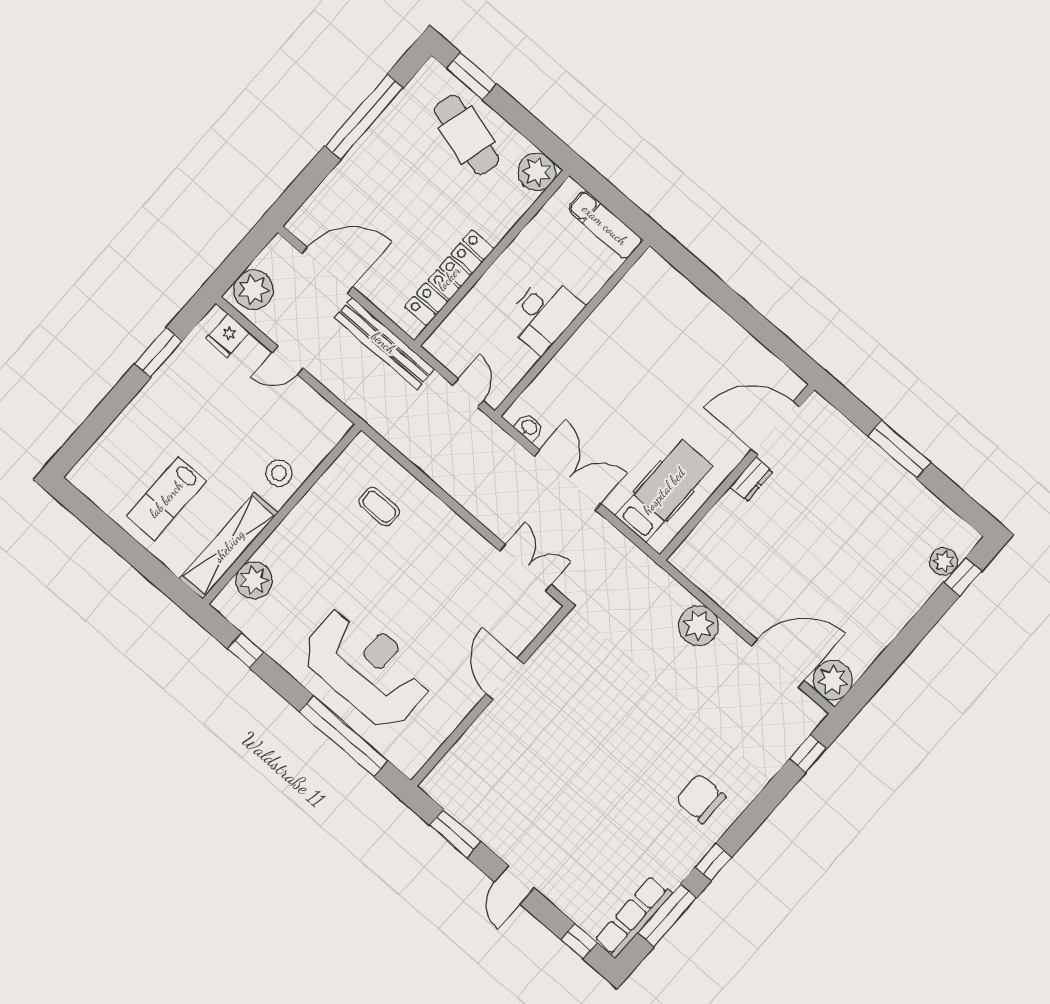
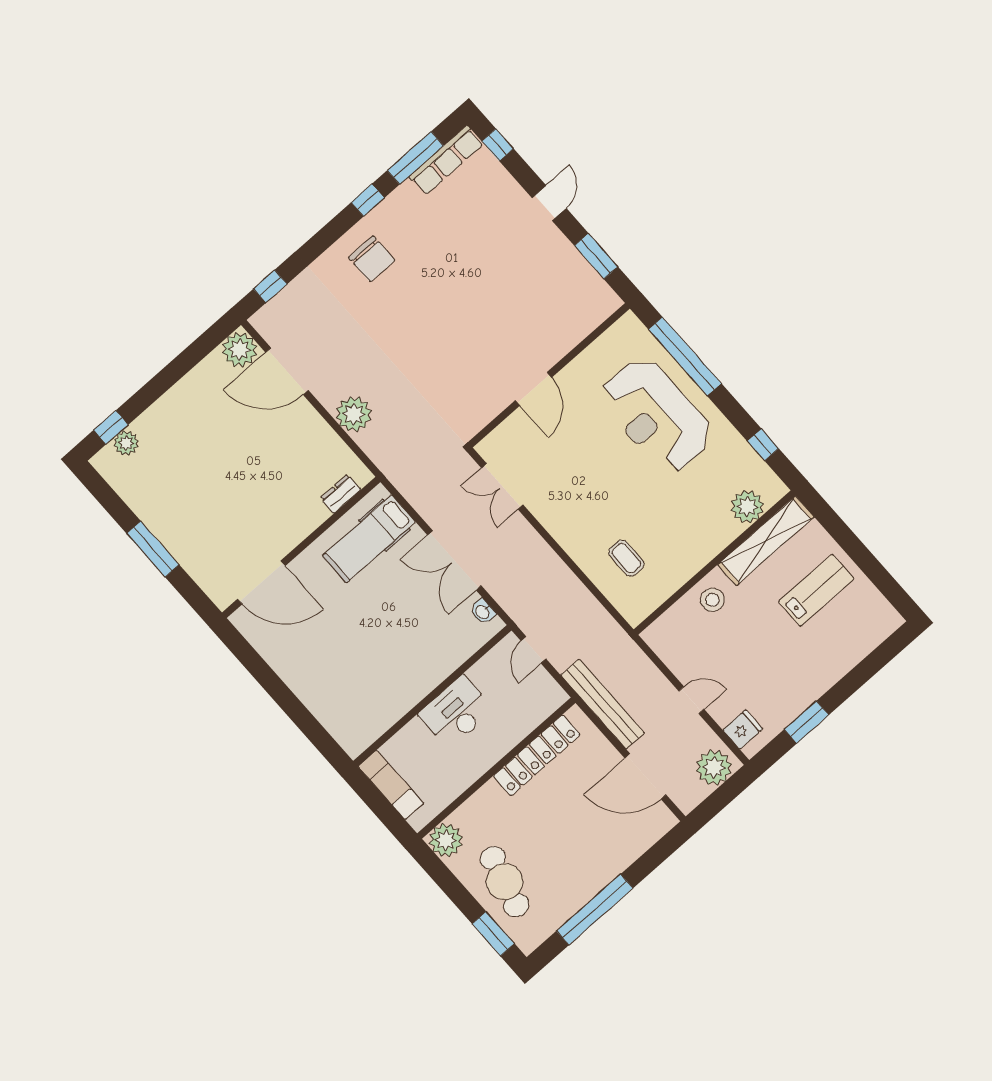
dresser: (751, 479) -> (341, 494), moved

